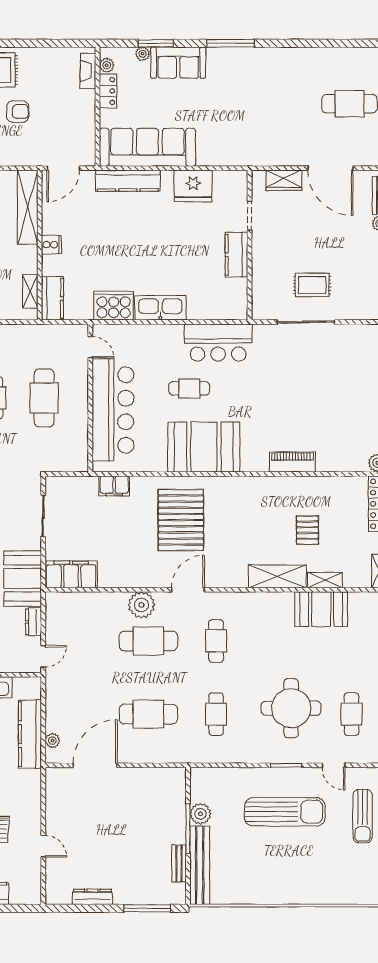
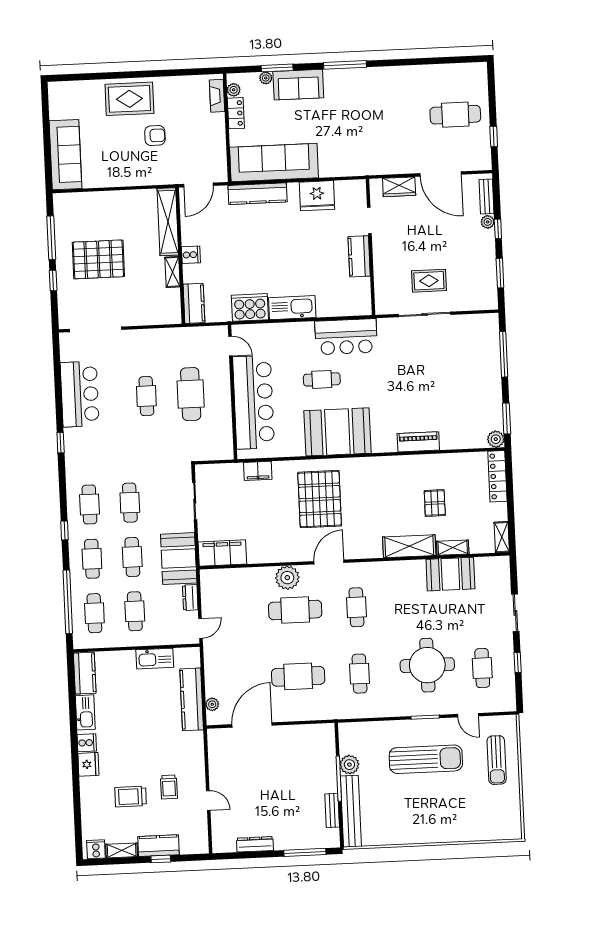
shelving: (30, 291) -> (172, 272), moved

